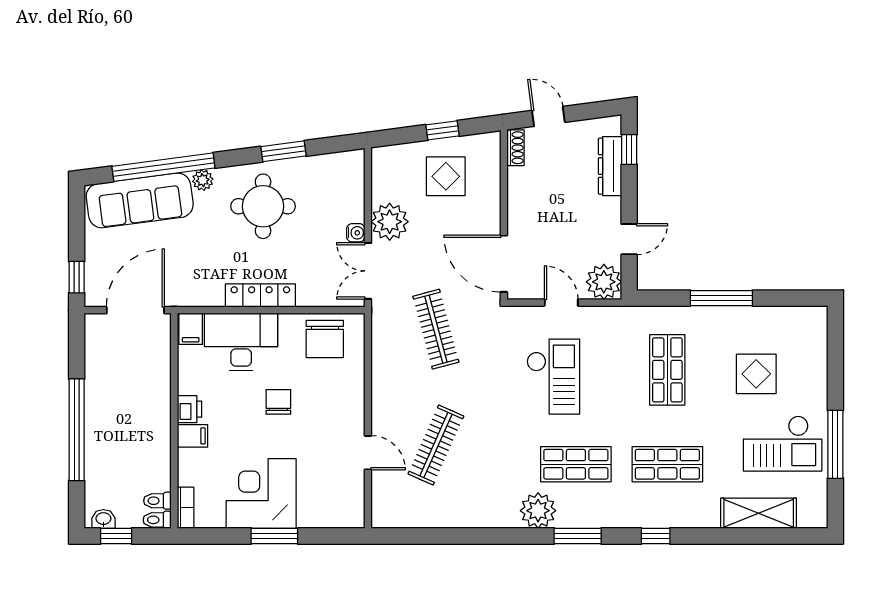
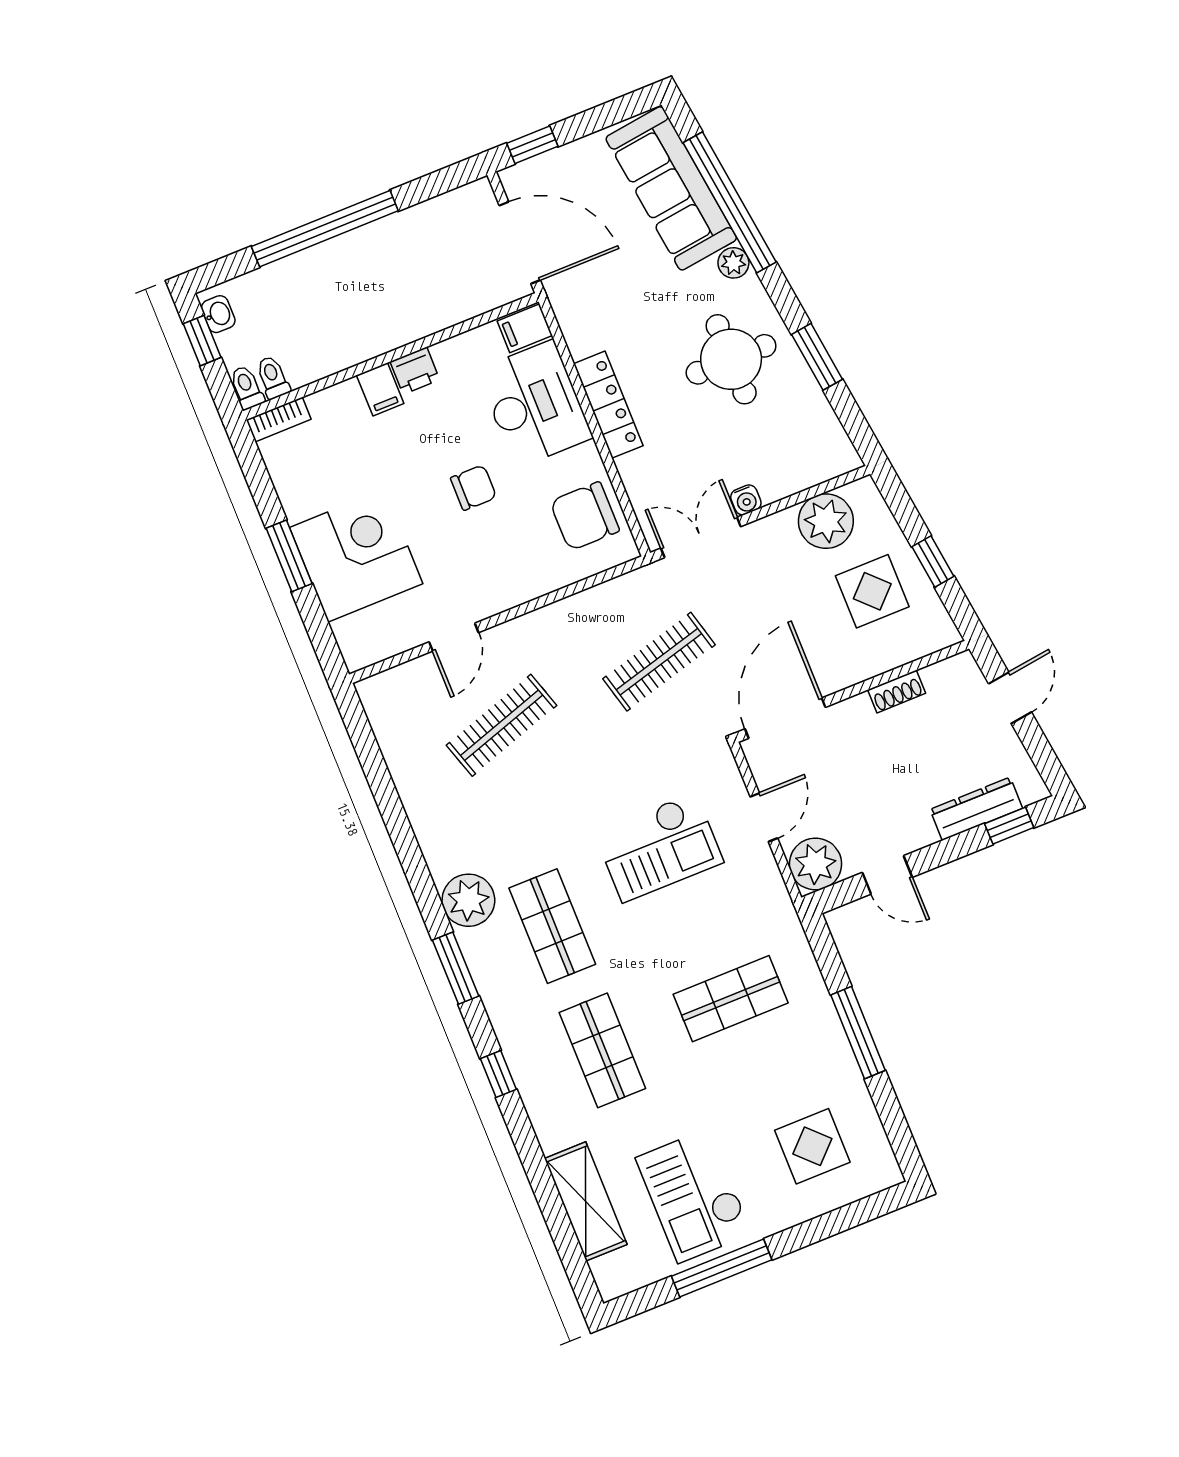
shoe rack: (515, 148) -> (897, 692), moved
plant: (390, 222) -> (826, 521), moved
display table: (756, 374) -> (812, 1146), moved
clothes rail: (436, 445) -> (502, 725), turned -42
corner desk: (261, 494) -> (356, 556), moved

